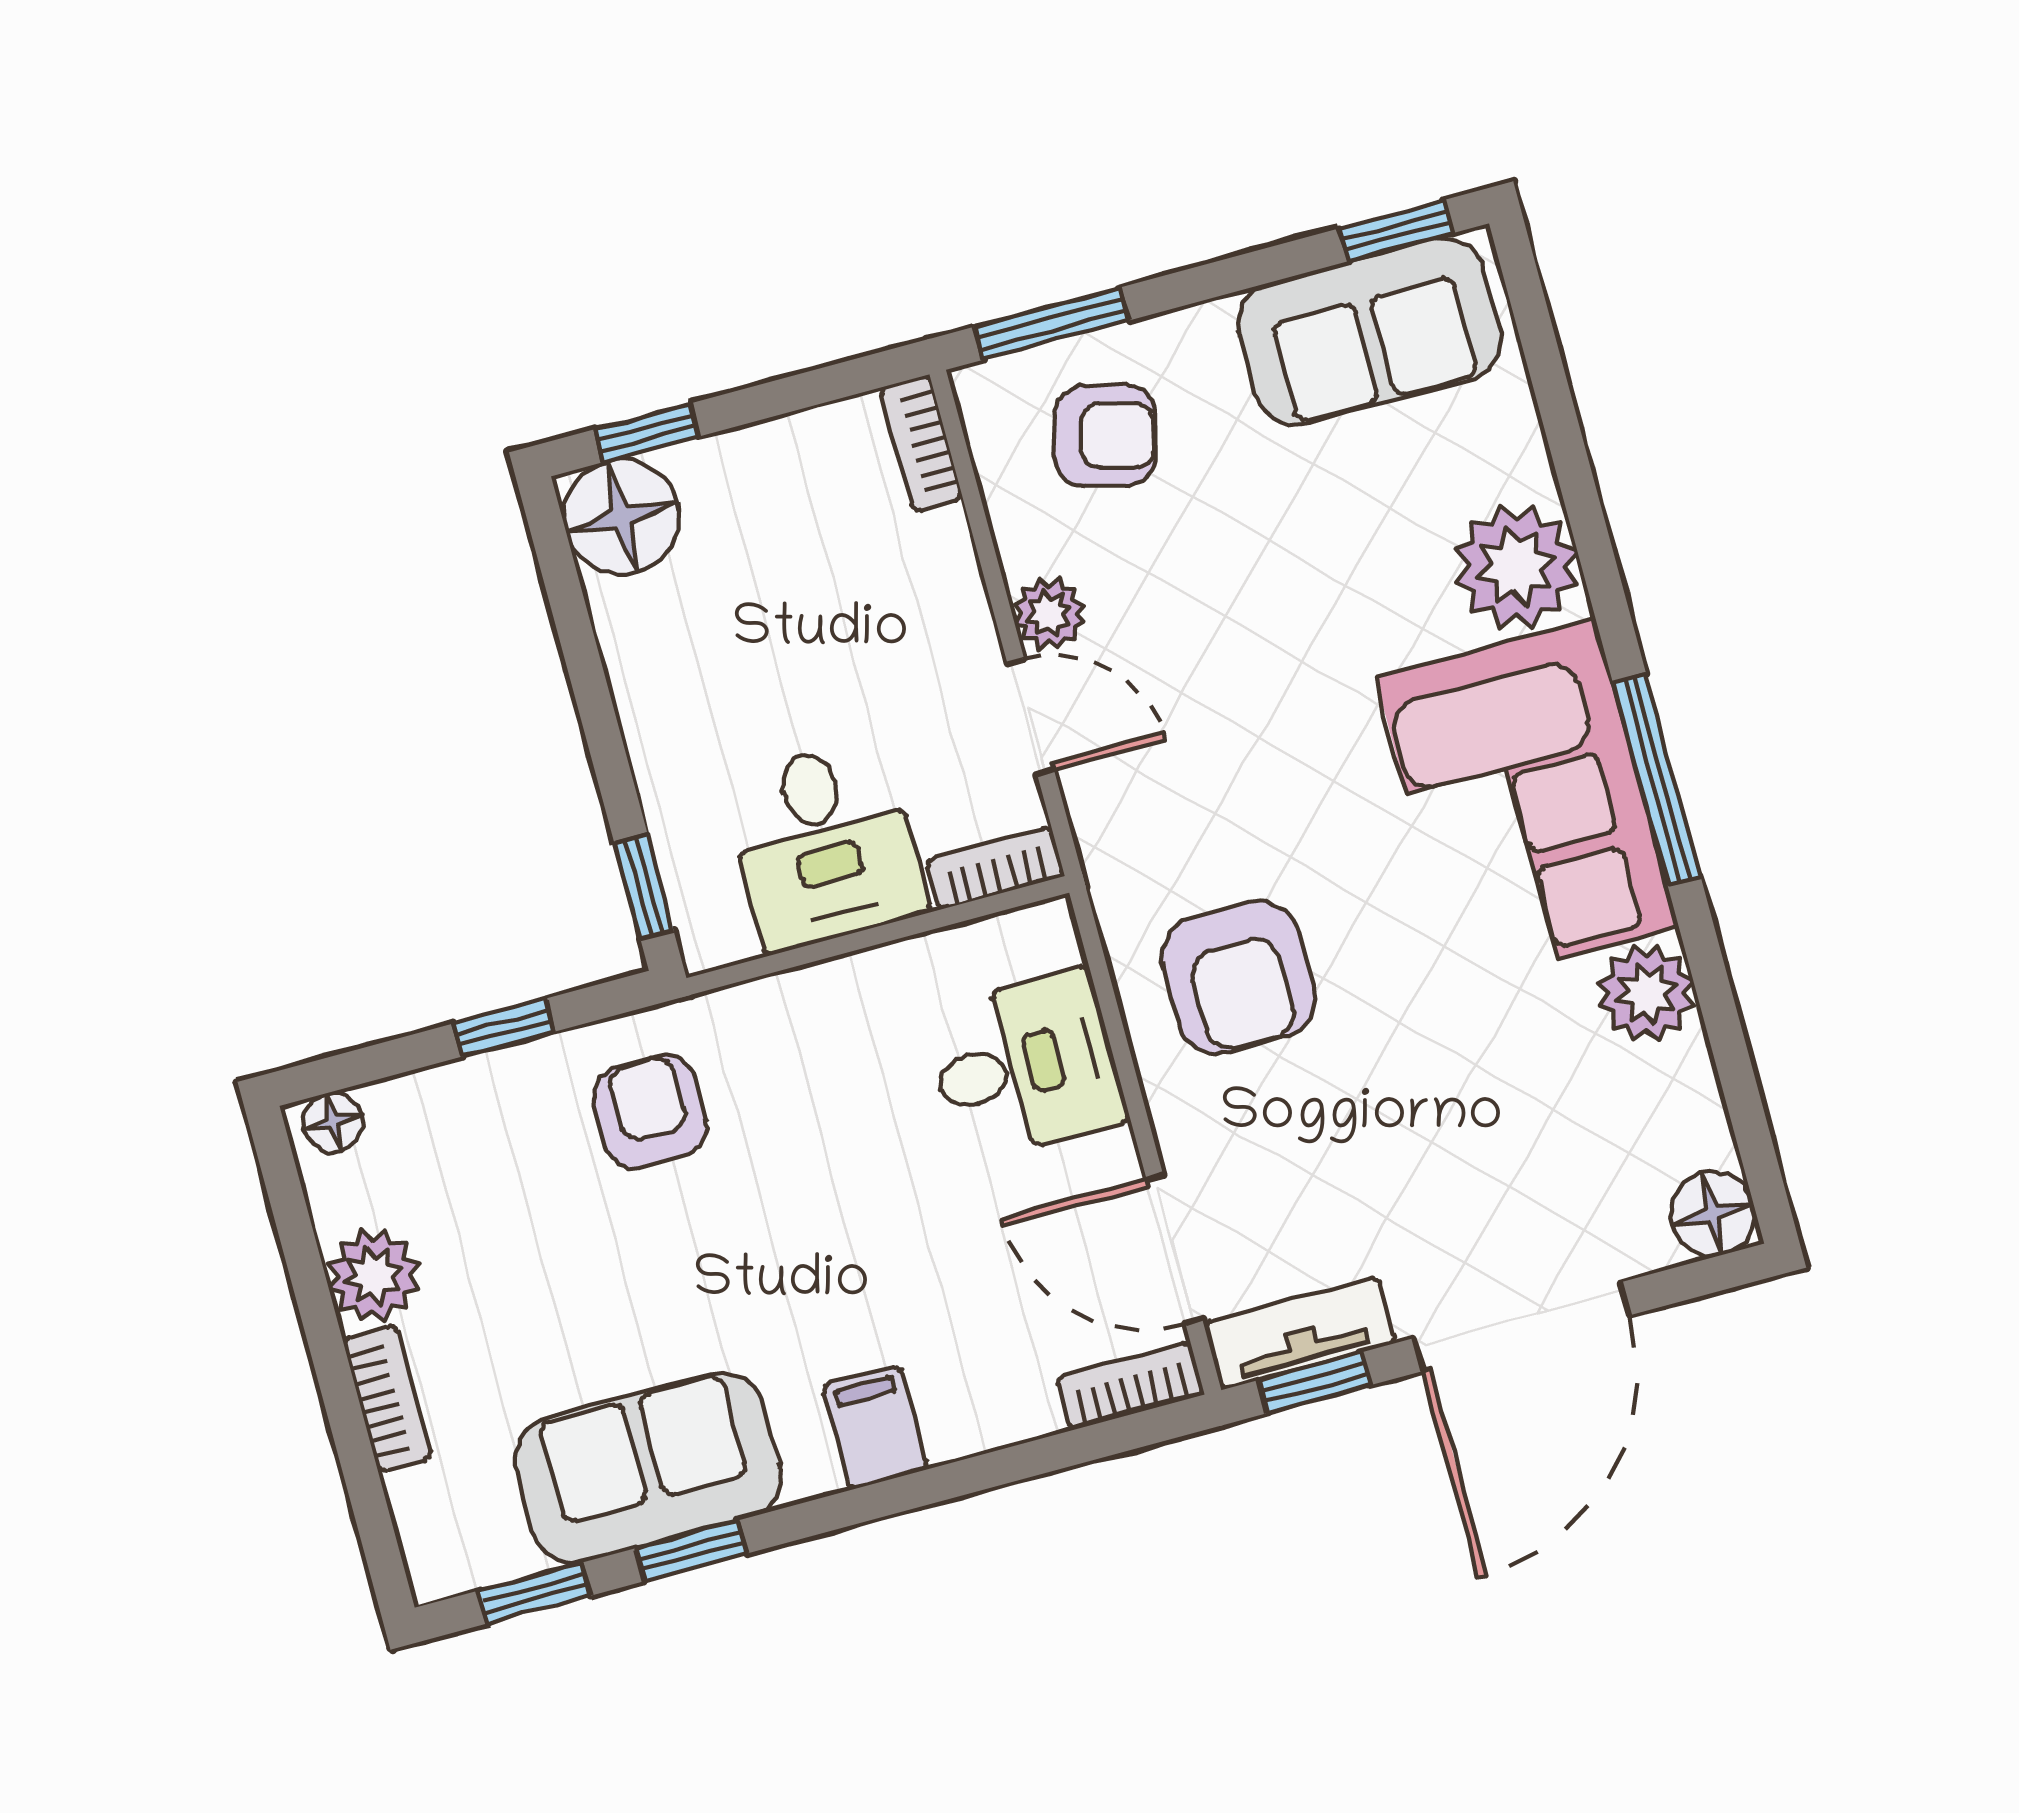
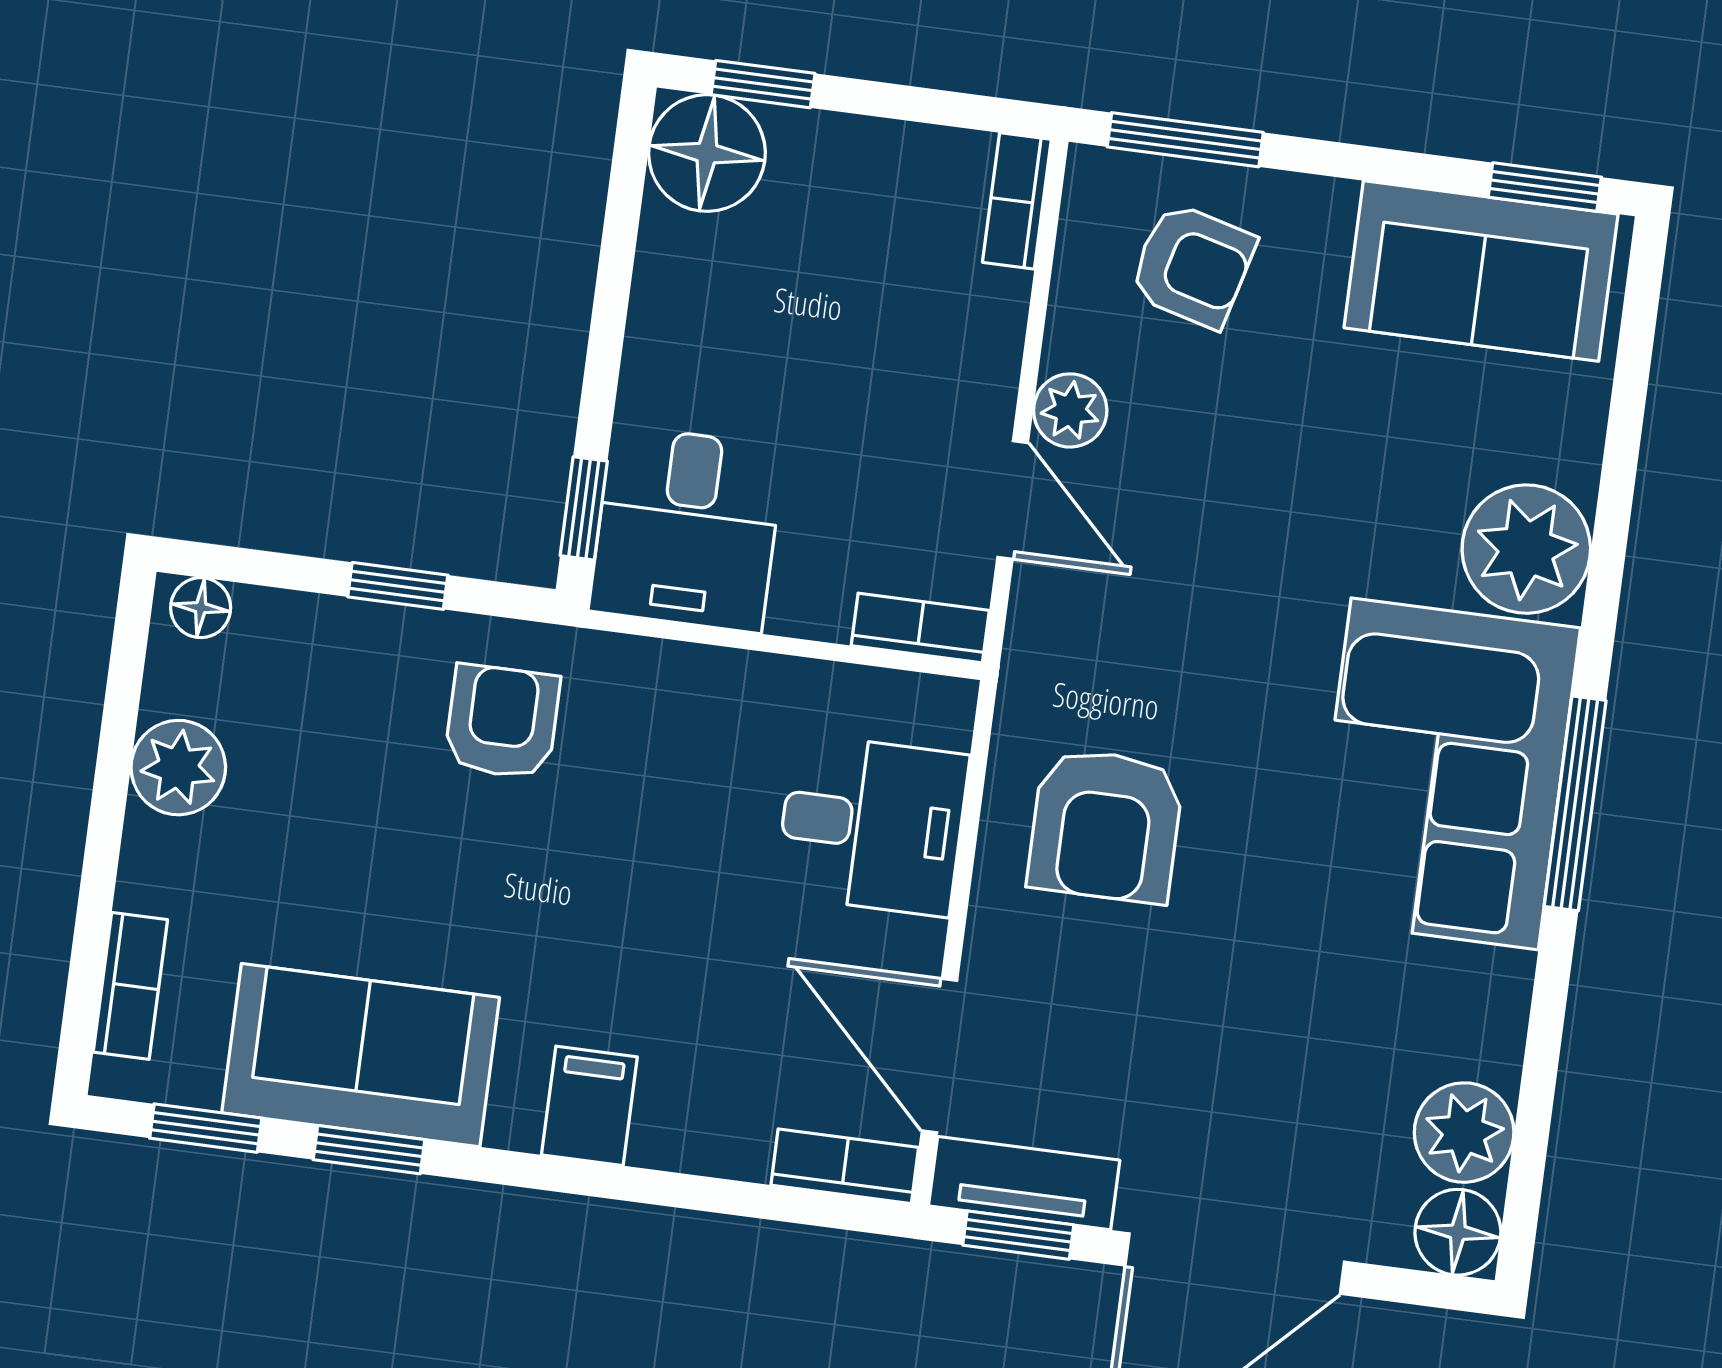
desk: (825, 845) -> (687, 529), moved
plant: (1646, 993) -> (1464, 1133), moved
bookcase: (387, 1399) -> (130, 986), moved

